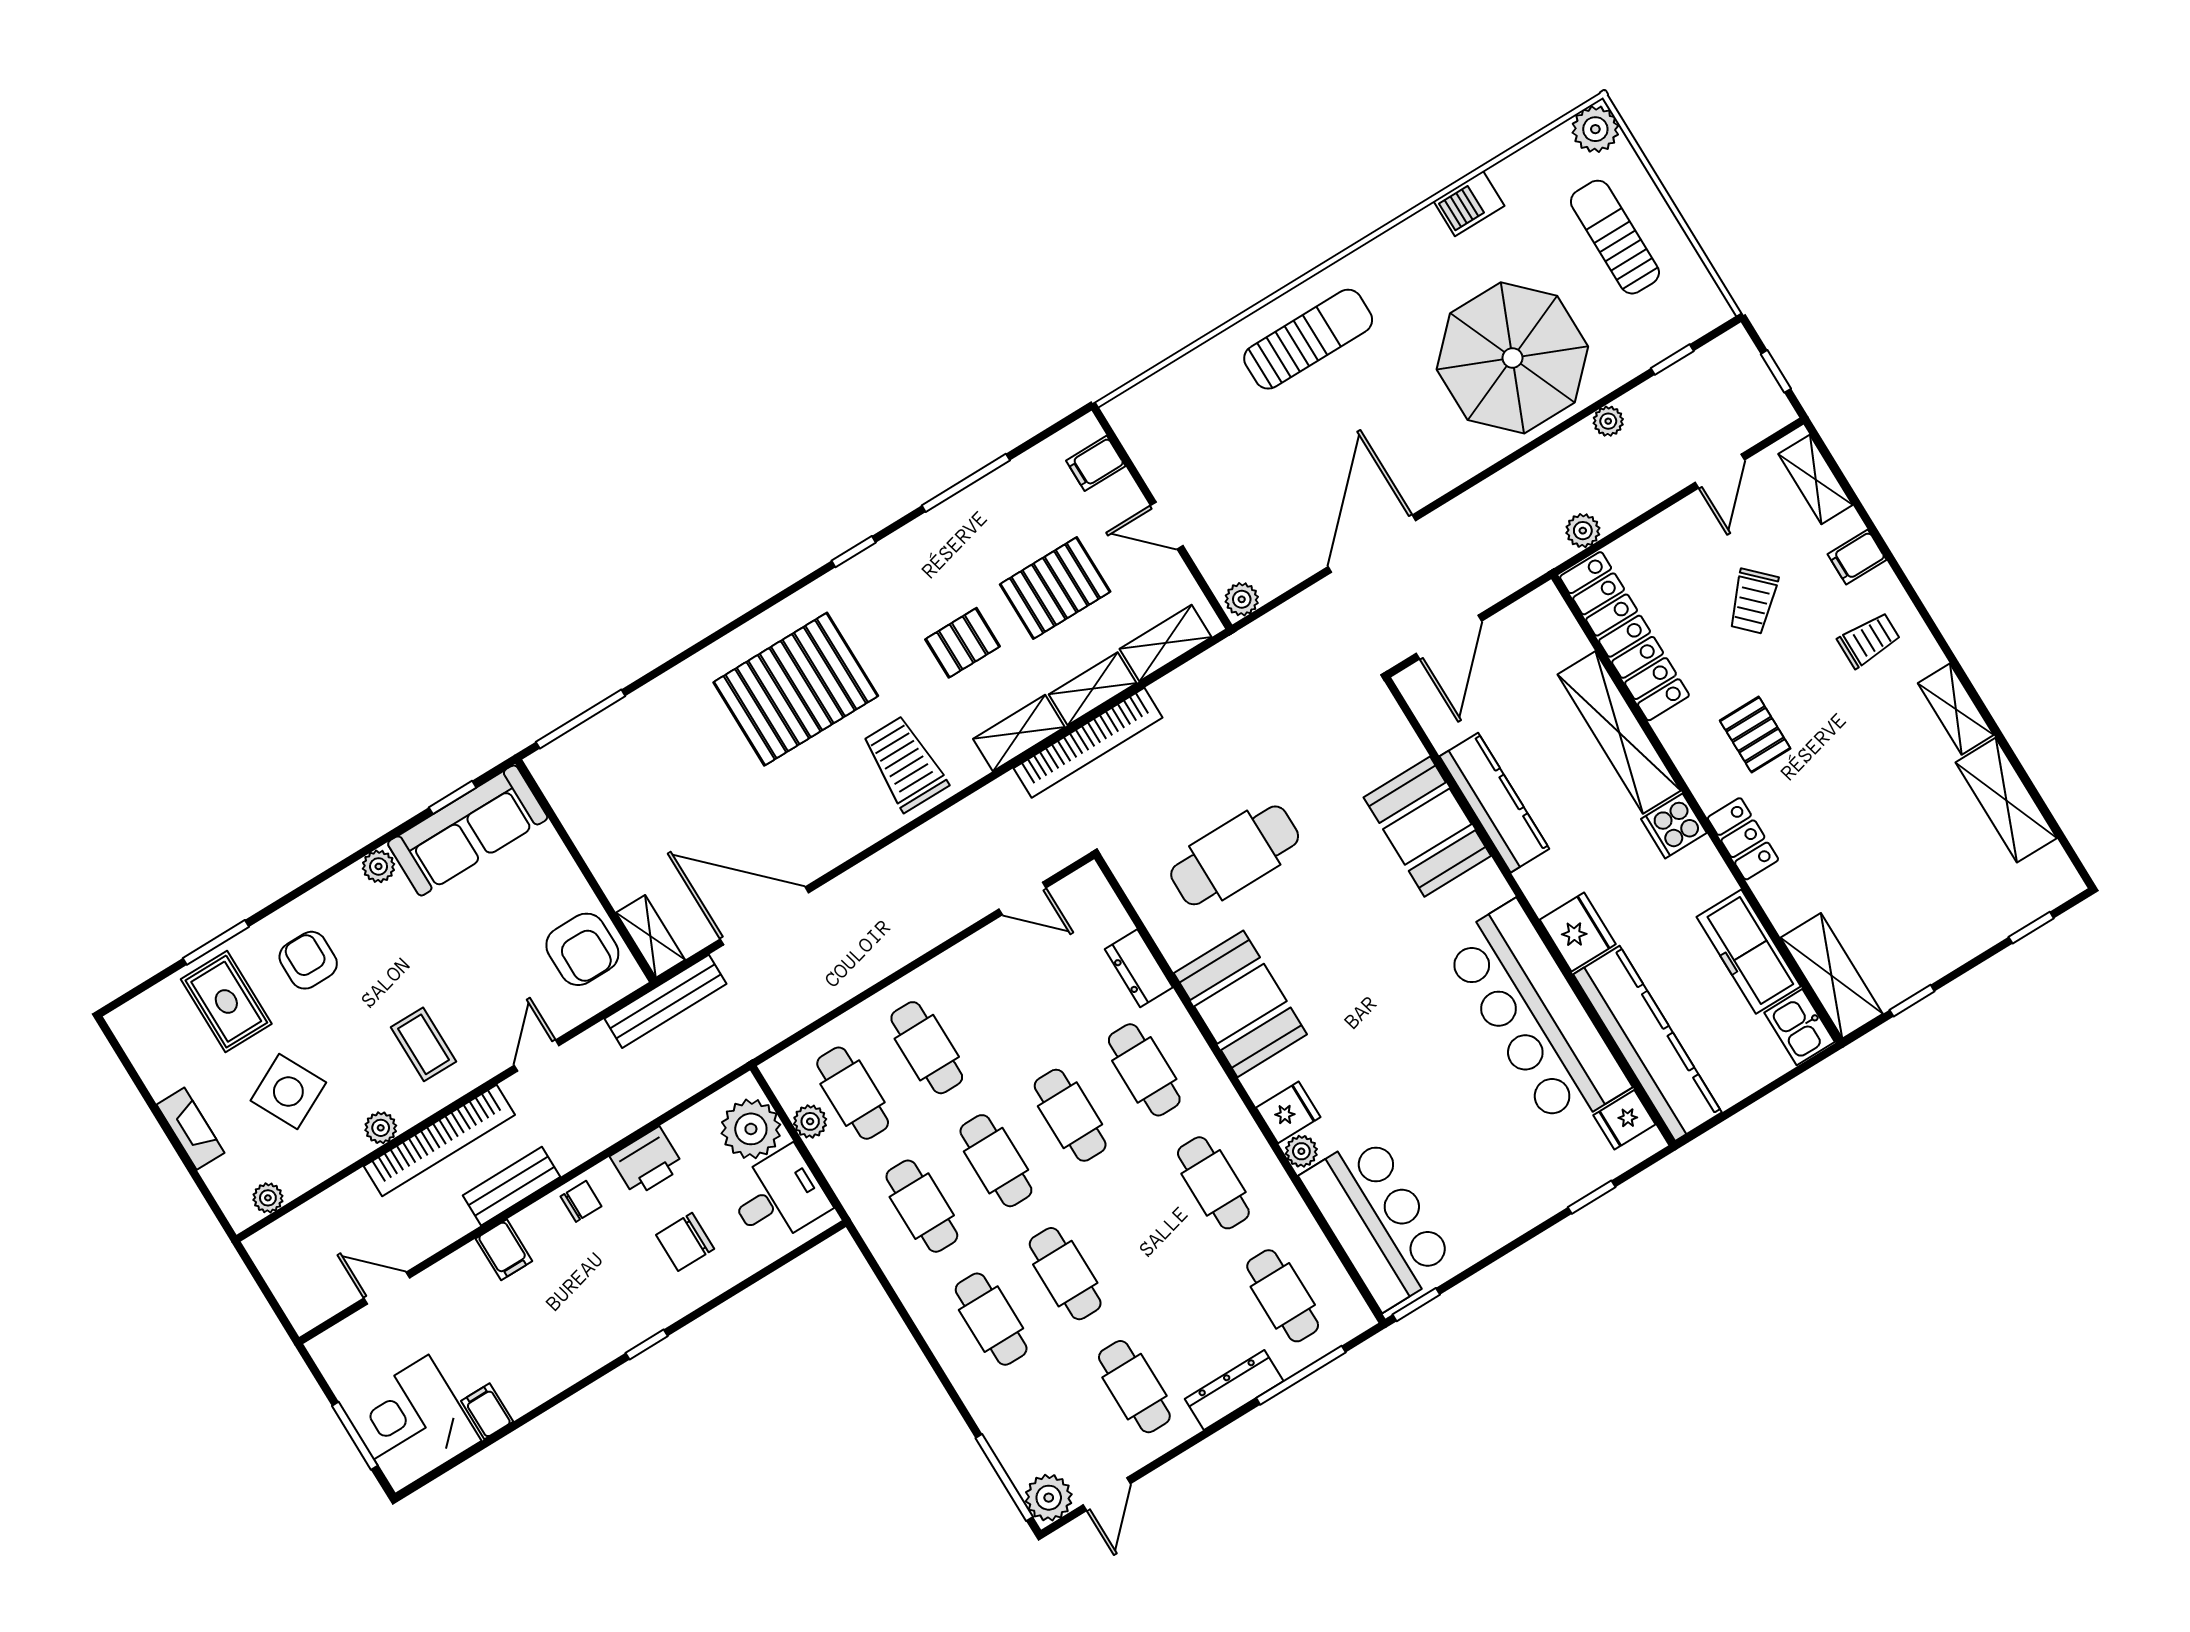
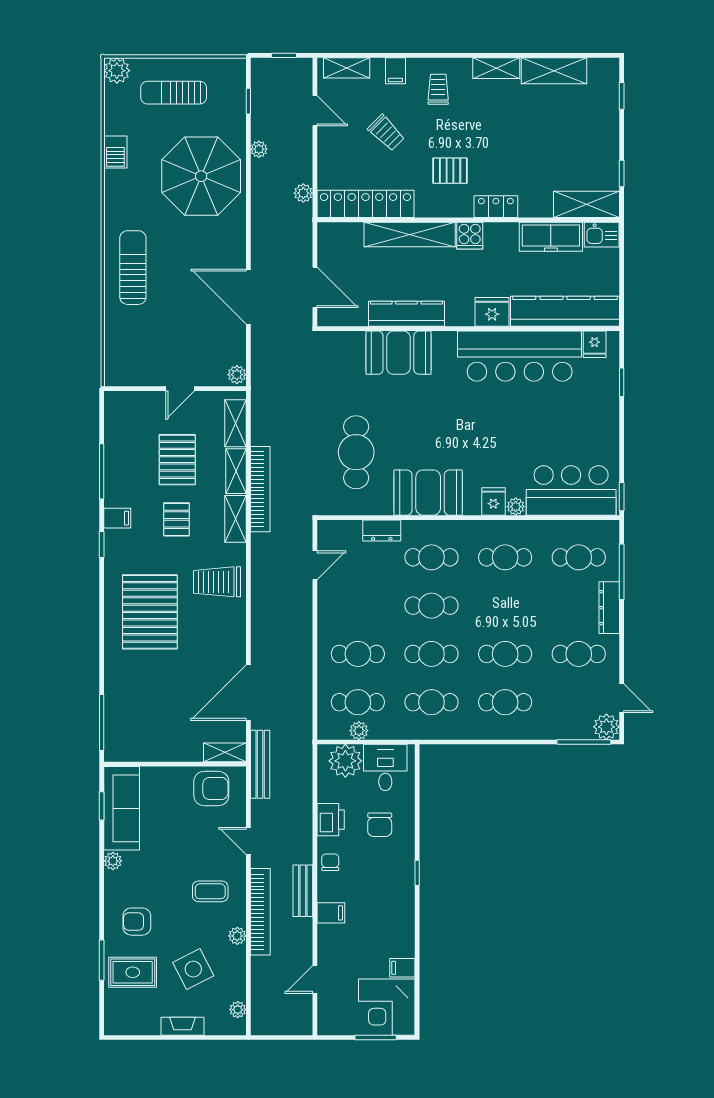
filing cabinet: (1096, 463) -> (117, 518), moved, turned -90

